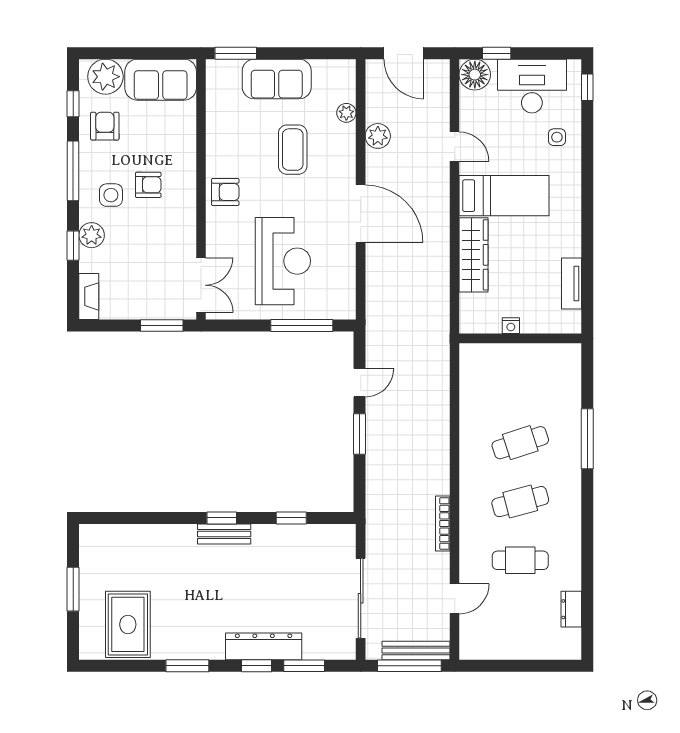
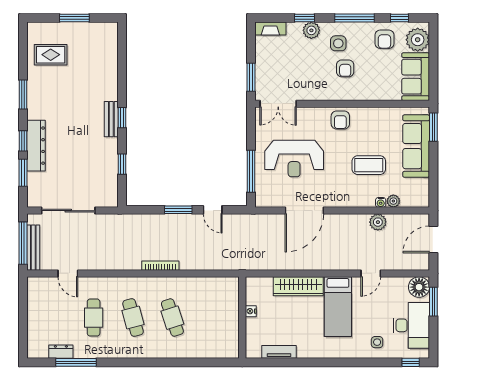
window: (497, 53) -> (433, 302), width x1.50
sofa: (277, 79) -> (416, 146), width x1.36
armchair: (105, 126) -> (384, 39), turned 90
water cooler: (348, 132) -> (381, 202), added
door: (361, 214) -> (304, 211), moved
window: (587, 439) -> (76, 362), moved
bookcase: (443, 524) -> (160, 266), moved
rug: (128, 624) -> (51, 55), width x0.73, depth x0.70

